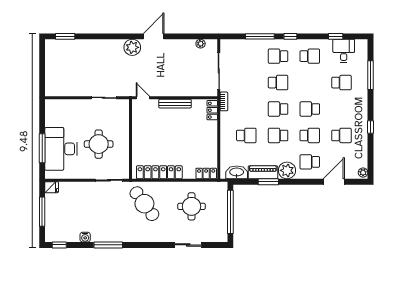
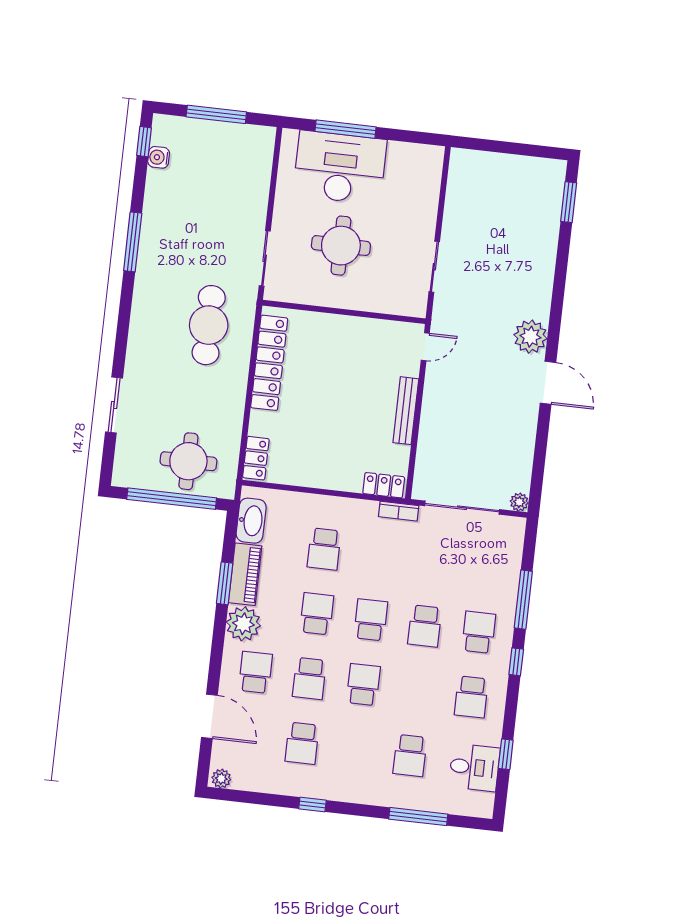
plant: (201, 44) -> (519, 502), moved
fridge: (52, 187) -> (264, 139), removed
cafe table: (144, 204) -> (209, 325), turned -54
round table: (192, 206) -> (188, 461), moved
water cooler: (85, 237) -> (159, 157), moved

